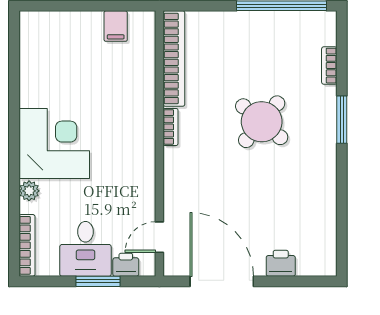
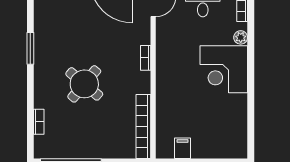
window: (342, 120) -> (30, 48), moved
bookcase: (170, 127) -> (146, 58), moved

